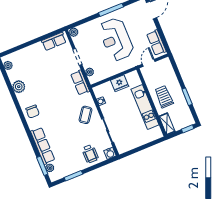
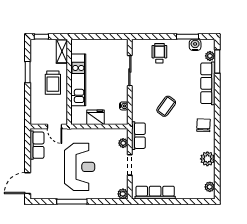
row of seats: (54, 41) -> (155, 193), width x1.48
door: (149, 63) -> (54, 127), hinge flipped
coffee table: (85, 115) -> (166, 106), moved
water cooler: (110, 153) -> (195, 45), moved

